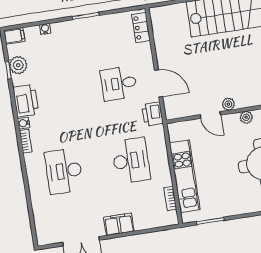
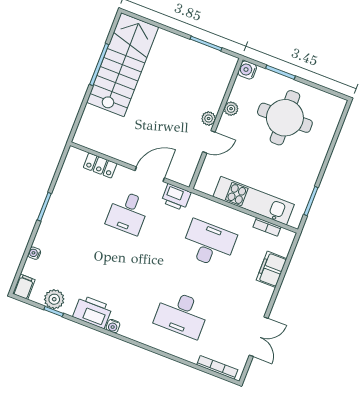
locker: (141, 27) -> (100, 165), moved
bookcase: (26, 141) -> (217, 367), moved, width x1.56
filing cabinet: (119, 224) -> (272, 269), moved

